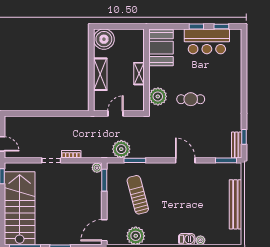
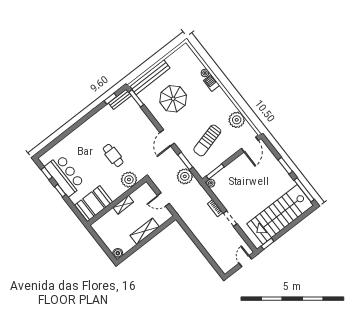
boiler: (104, 39) -> (118, 253), width x0.54, depth x0.54
door: (185, 160) -> (167, 138), moved
parasol: (200, 193) -> (173, 99), added
bench: (235, 204) -> (150, 77), moved
door: (104, 230) -> (250, 145), hinge flipped

